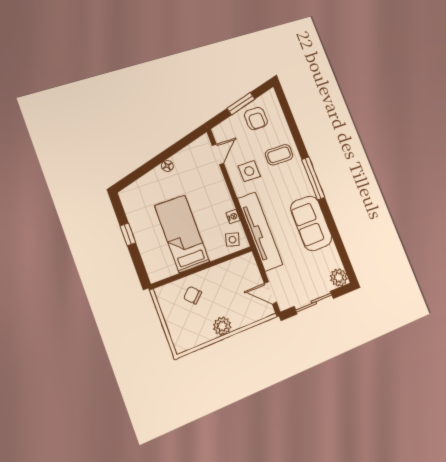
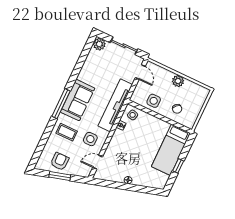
sofa: (311, 223) -> (78, 100), moved
bed: (182, 234) -> (171, 150), moved
side table: (226, 277) -> (154, 101), added

